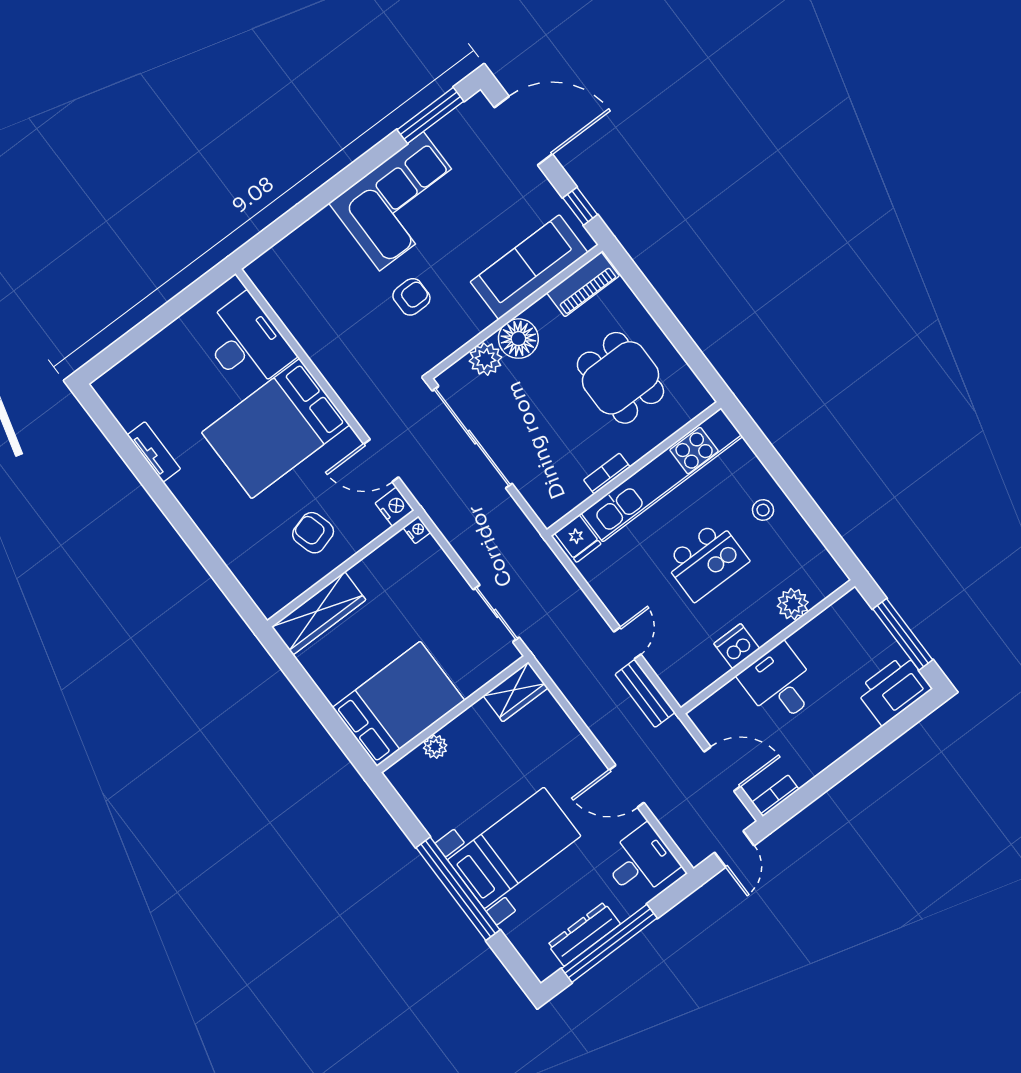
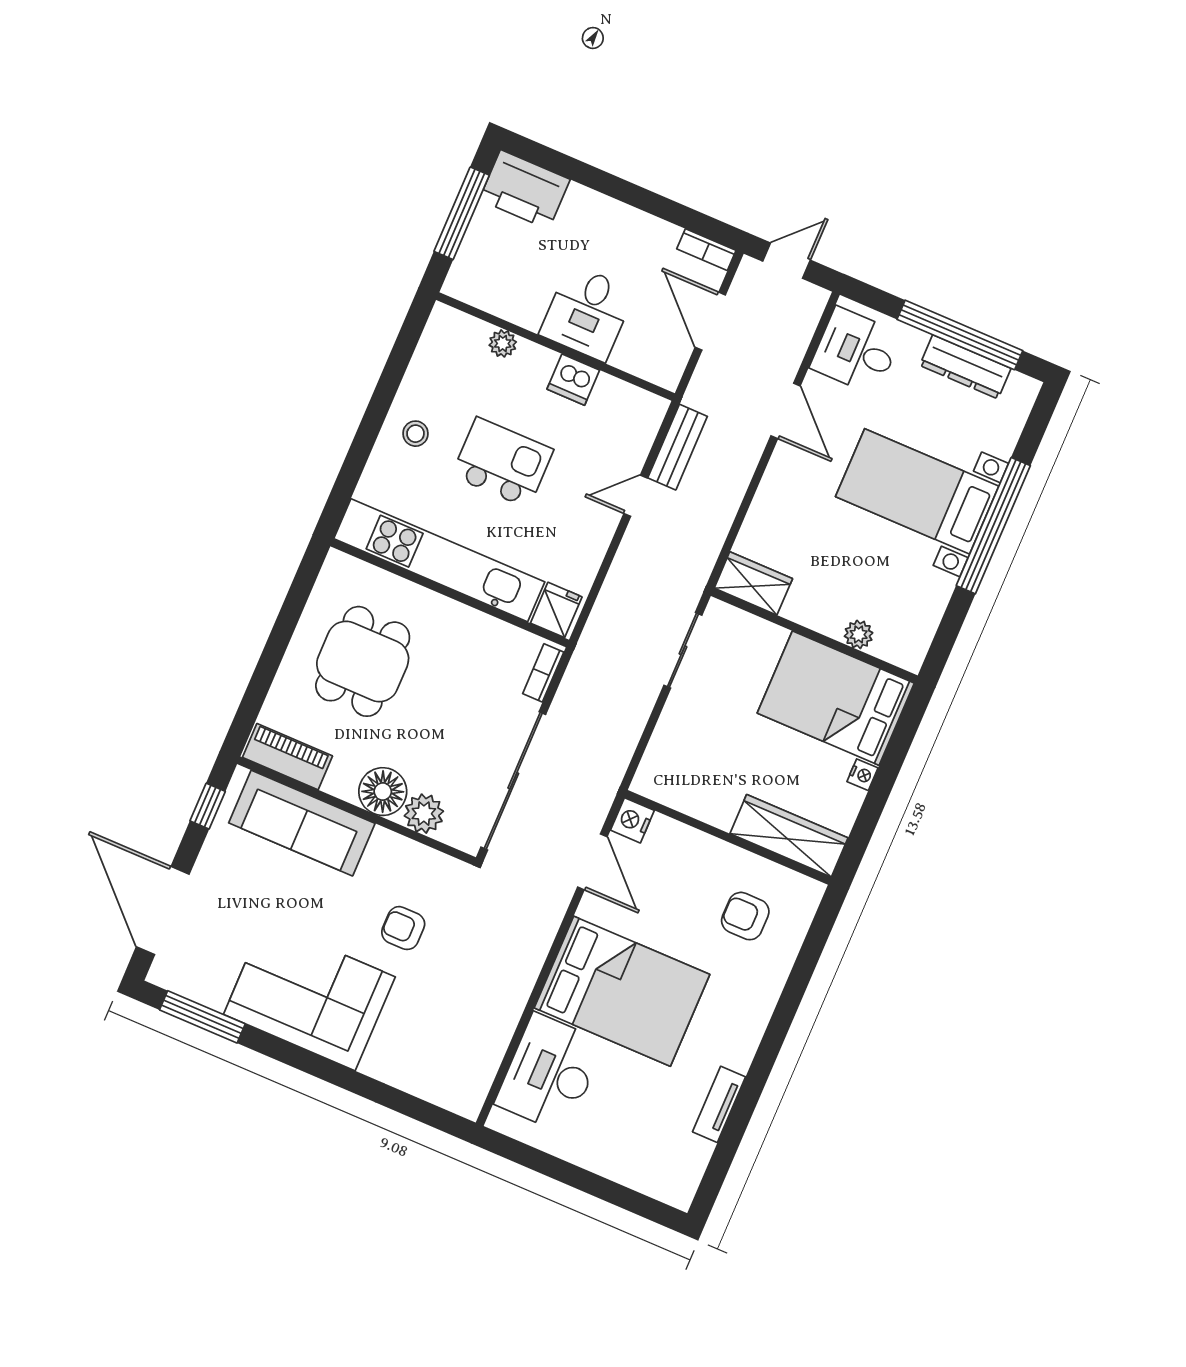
bookcase: (607, 474) -> (543, 673), moved, turned 90
nightstand: (417, 530) -> (862, 775), moved, turned 180
armchair: (313, 533) -> (745, 916), moved, turned 106
plant: (793, 604) -> (503, 344), width x0.73, depth x0.73

